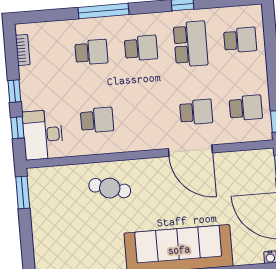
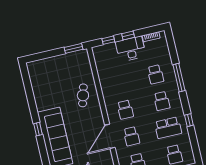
school desk: (97, 120) -> (125, 110), moved
desk: (43, 135) -> (131, 49), moved

